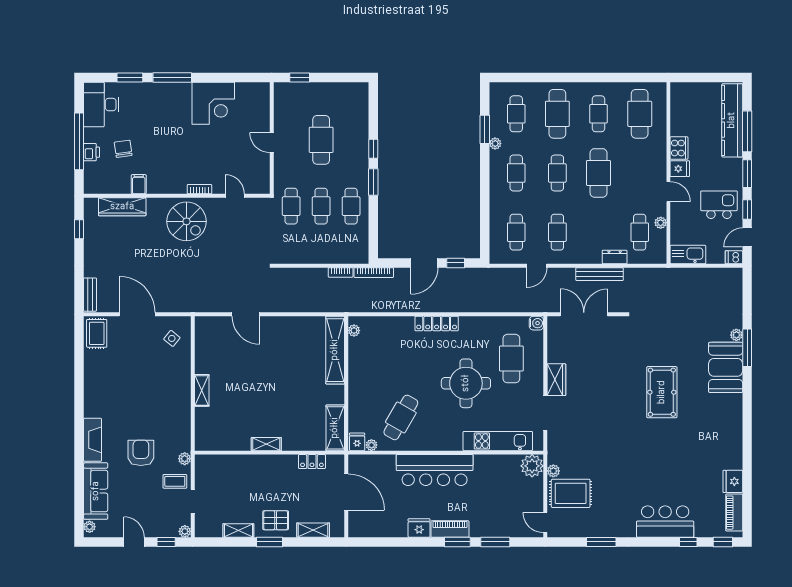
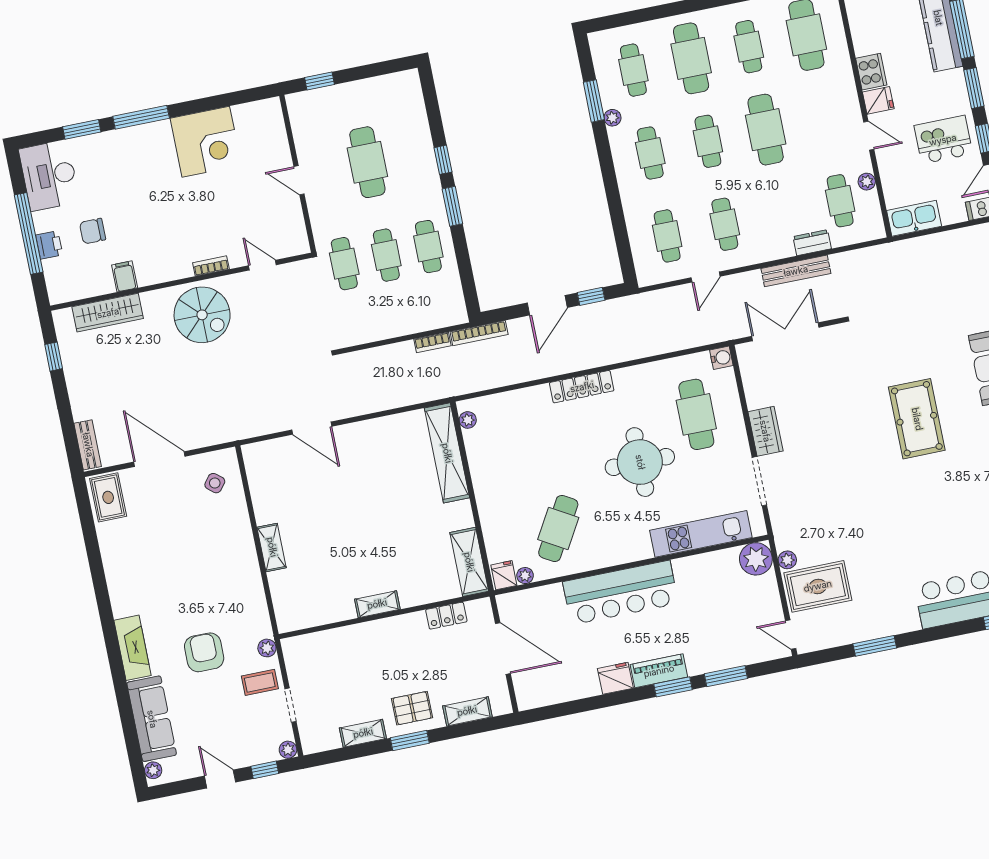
chair: (123, 149) -> (93, 231), turned -82

